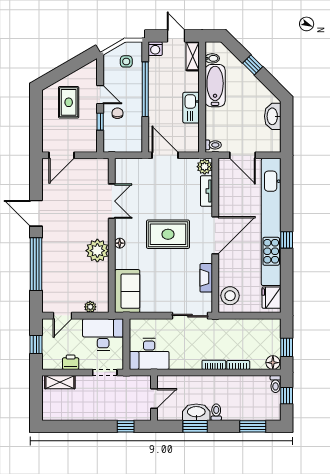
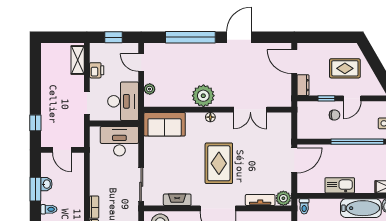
dresser: (86, 146) -> (303, 85), added
desk: (149, 354) -> (119, 141), moved, turned 90
washbasin: (196, 412) -> (46, 184), width x0.52, depth x0.69

